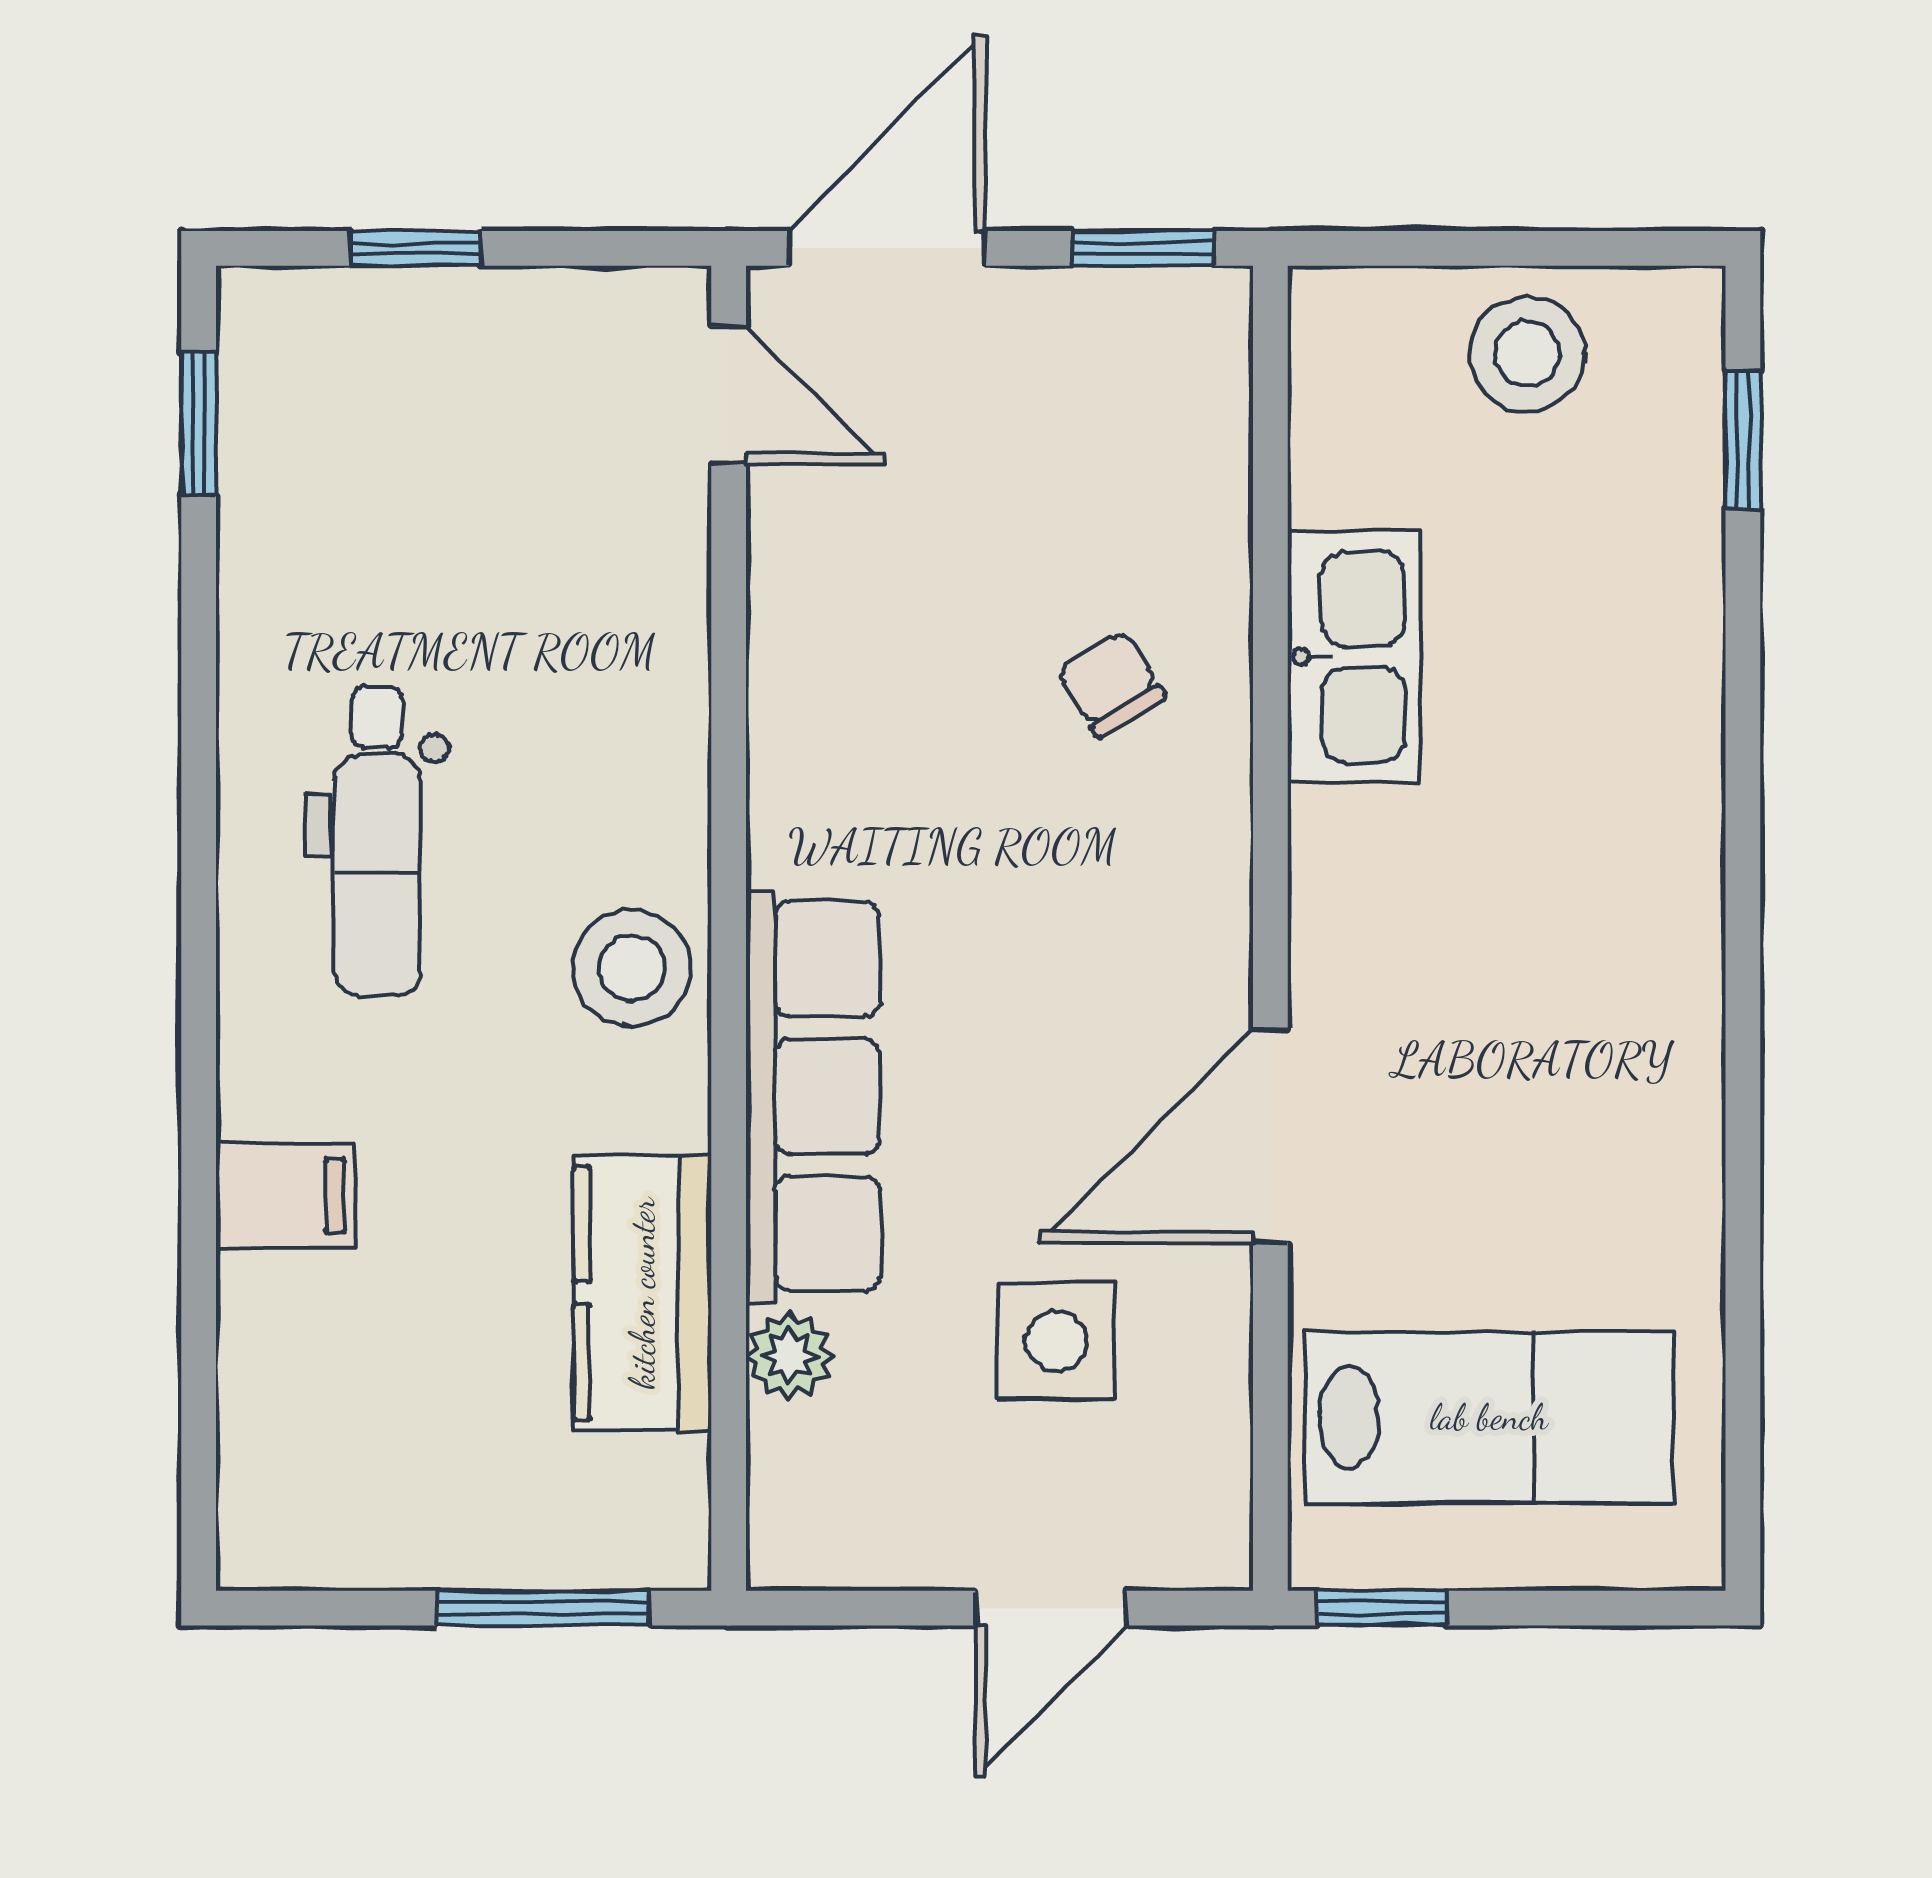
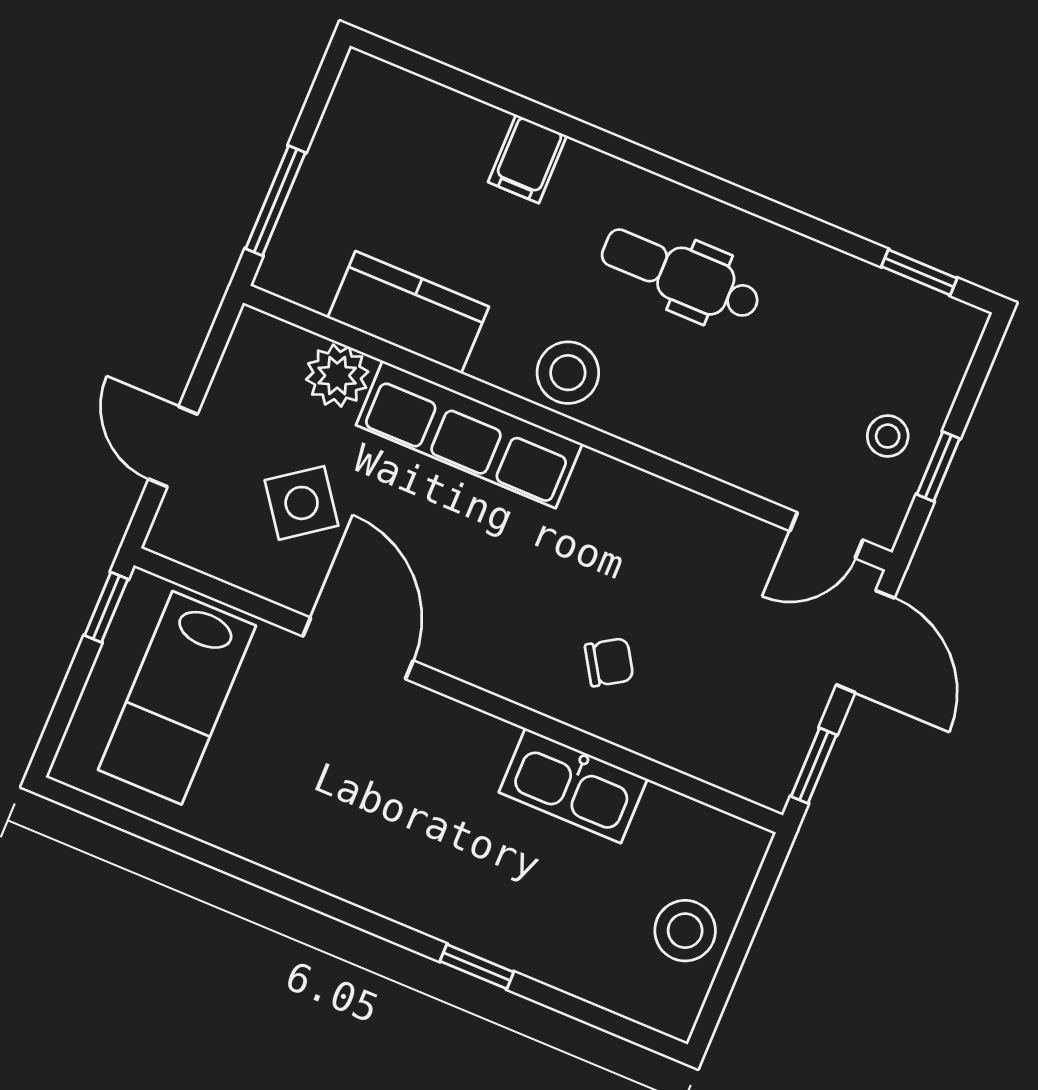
window: (416, 248) -> (938, 466), moved
stool: (509, 360) -> (888, 436), added
window: (1743, 439) -> (477, 967), moved
side table: (1056, 1341) -> (302, 503), turned -36
plant: (790, 1355) -> (337, 376), width x1.38, depth x1.38

